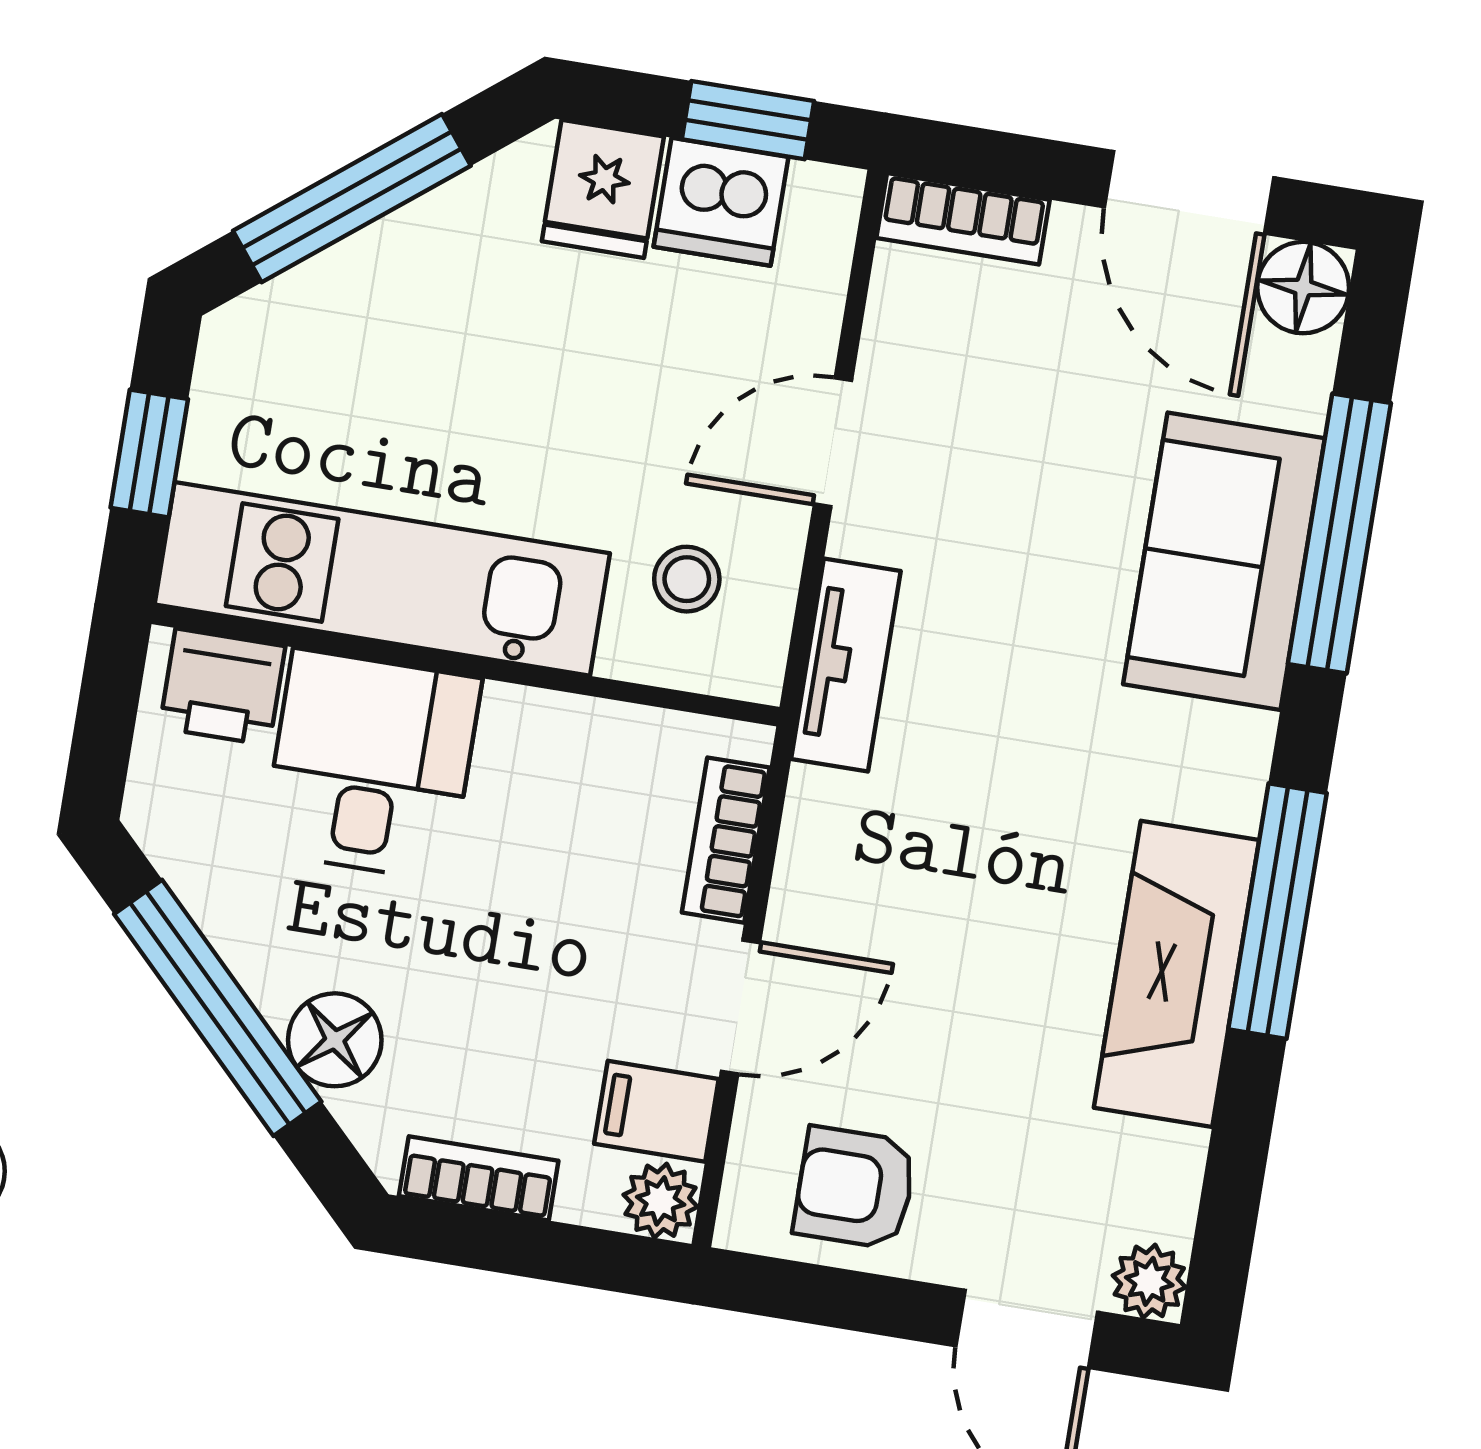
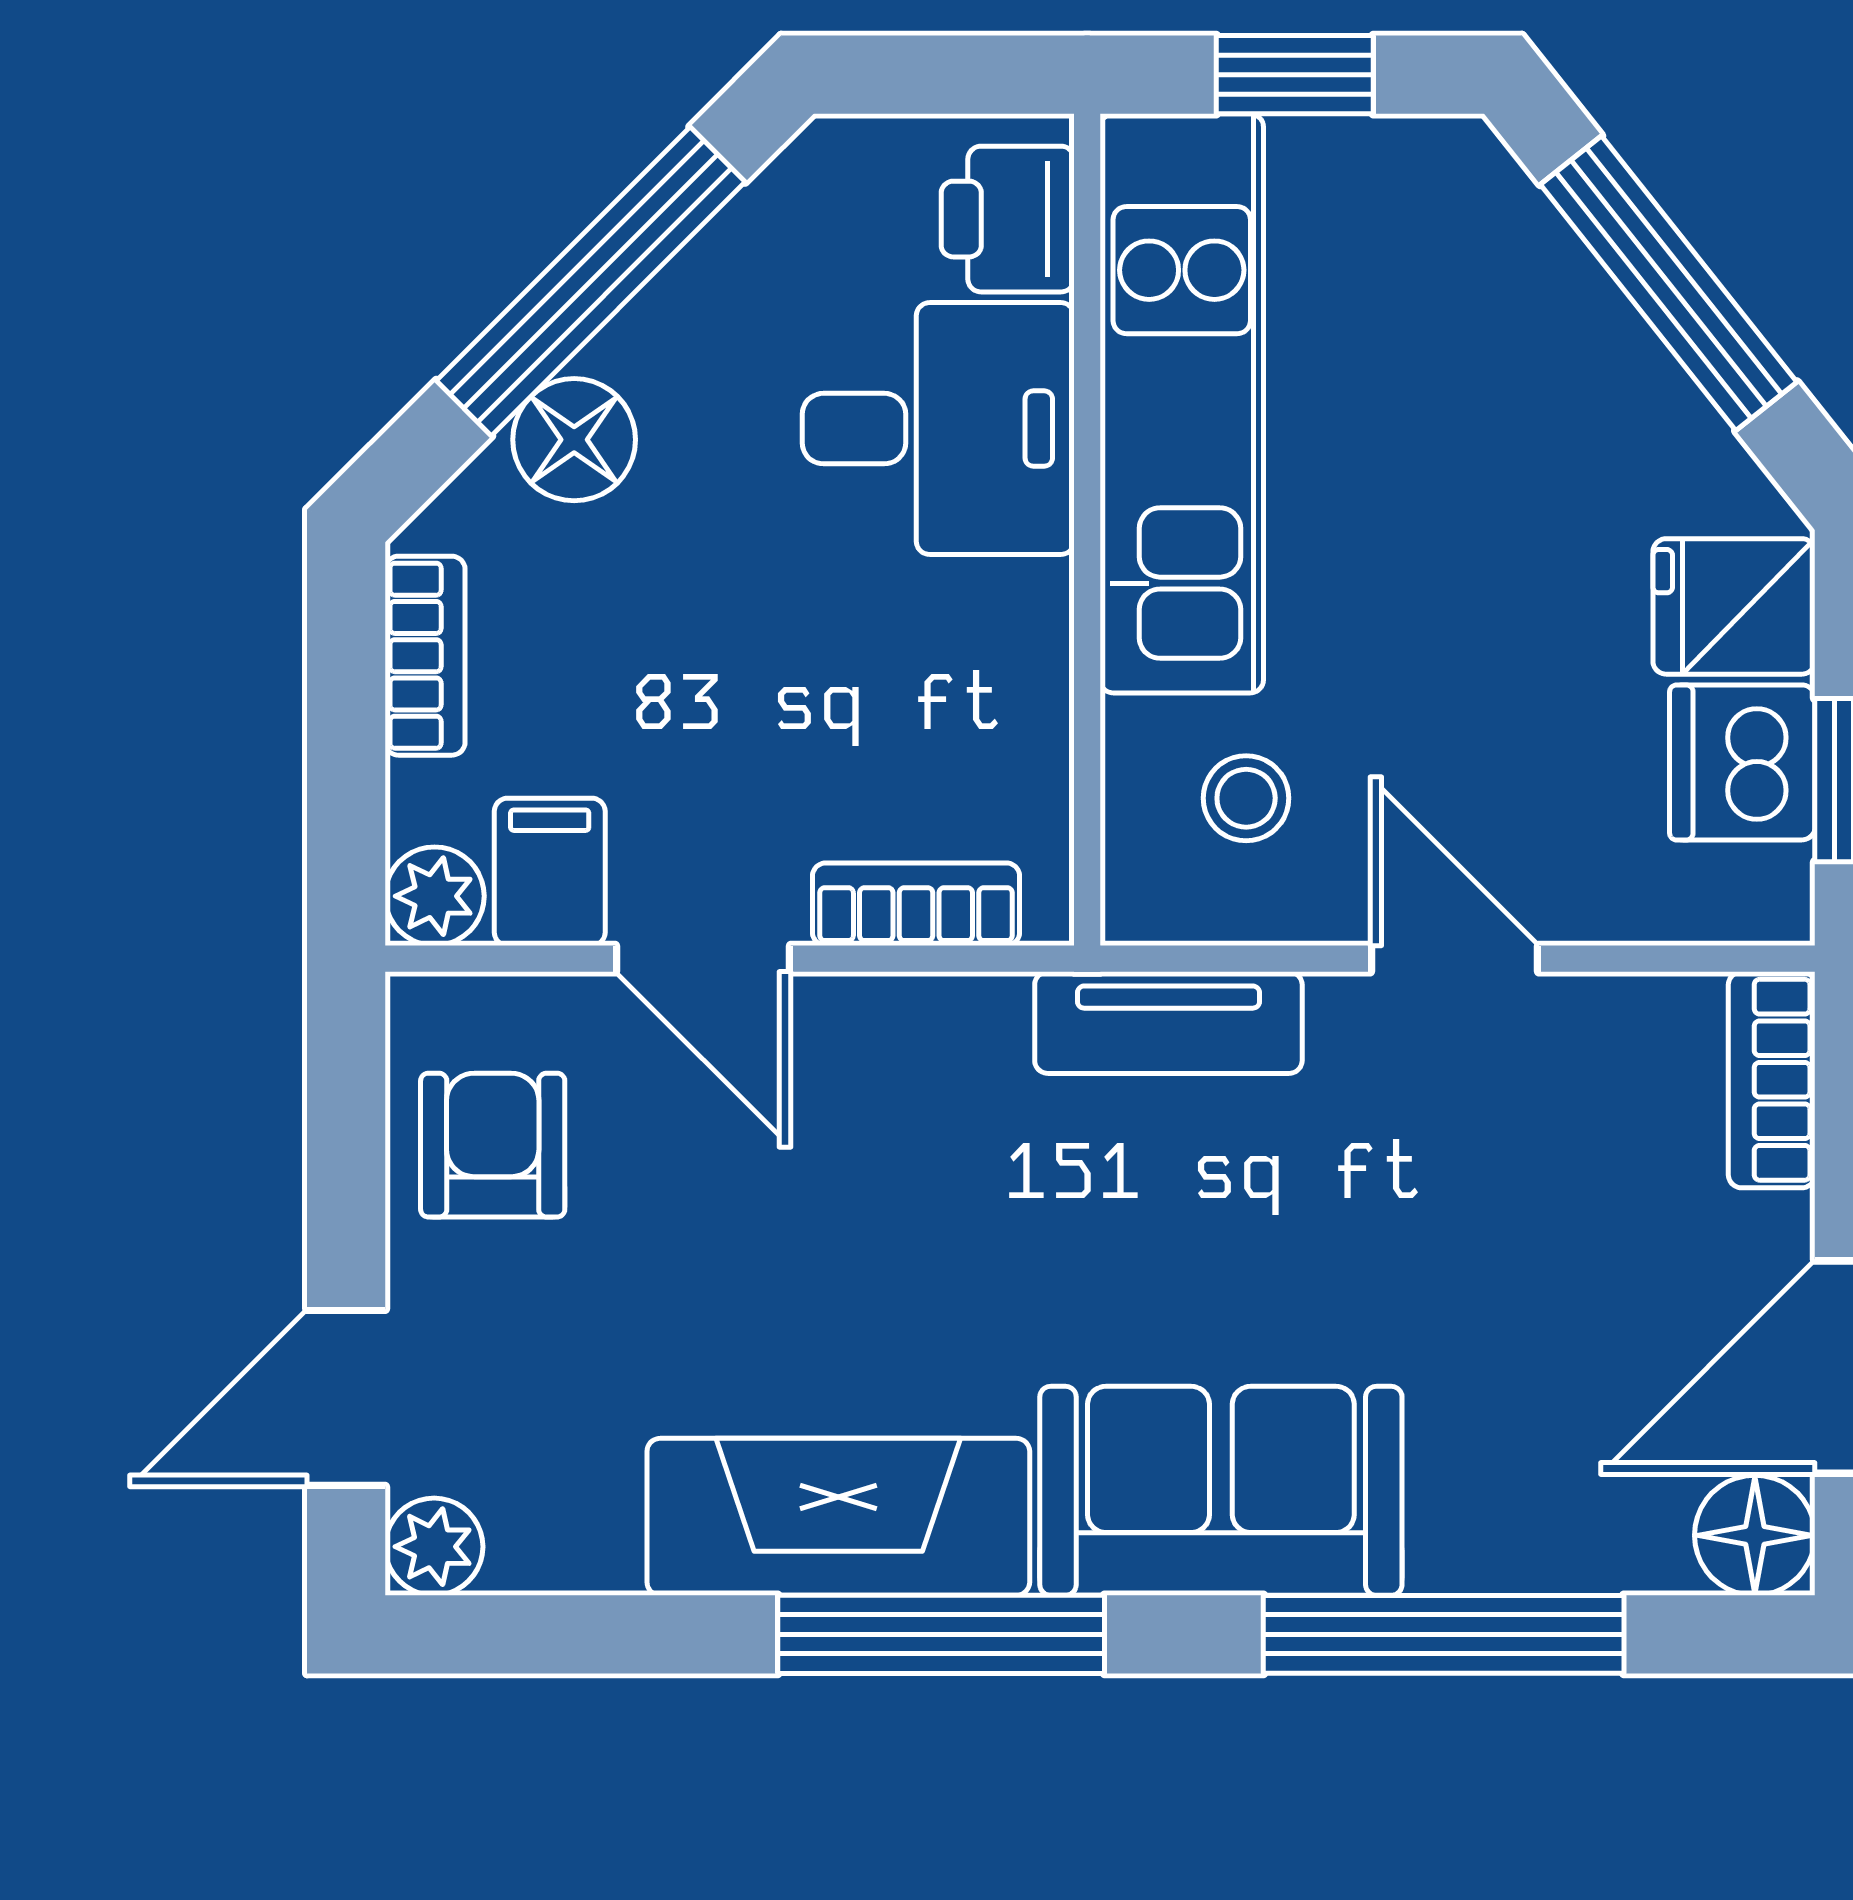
sofa: (1224, 561) -> (1221, 1491), moved

